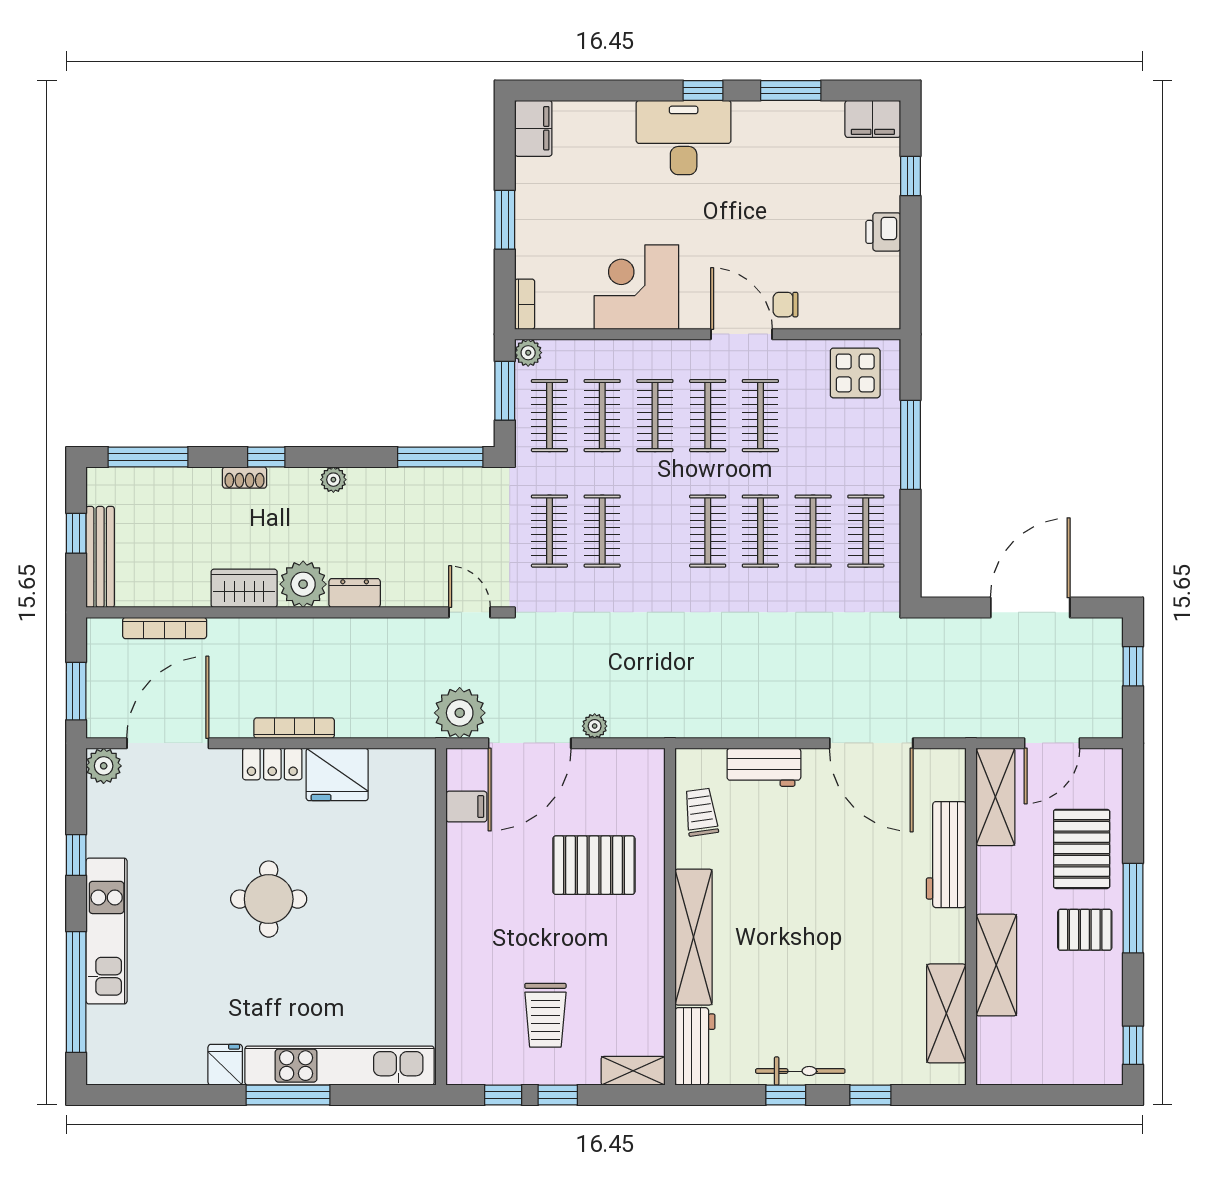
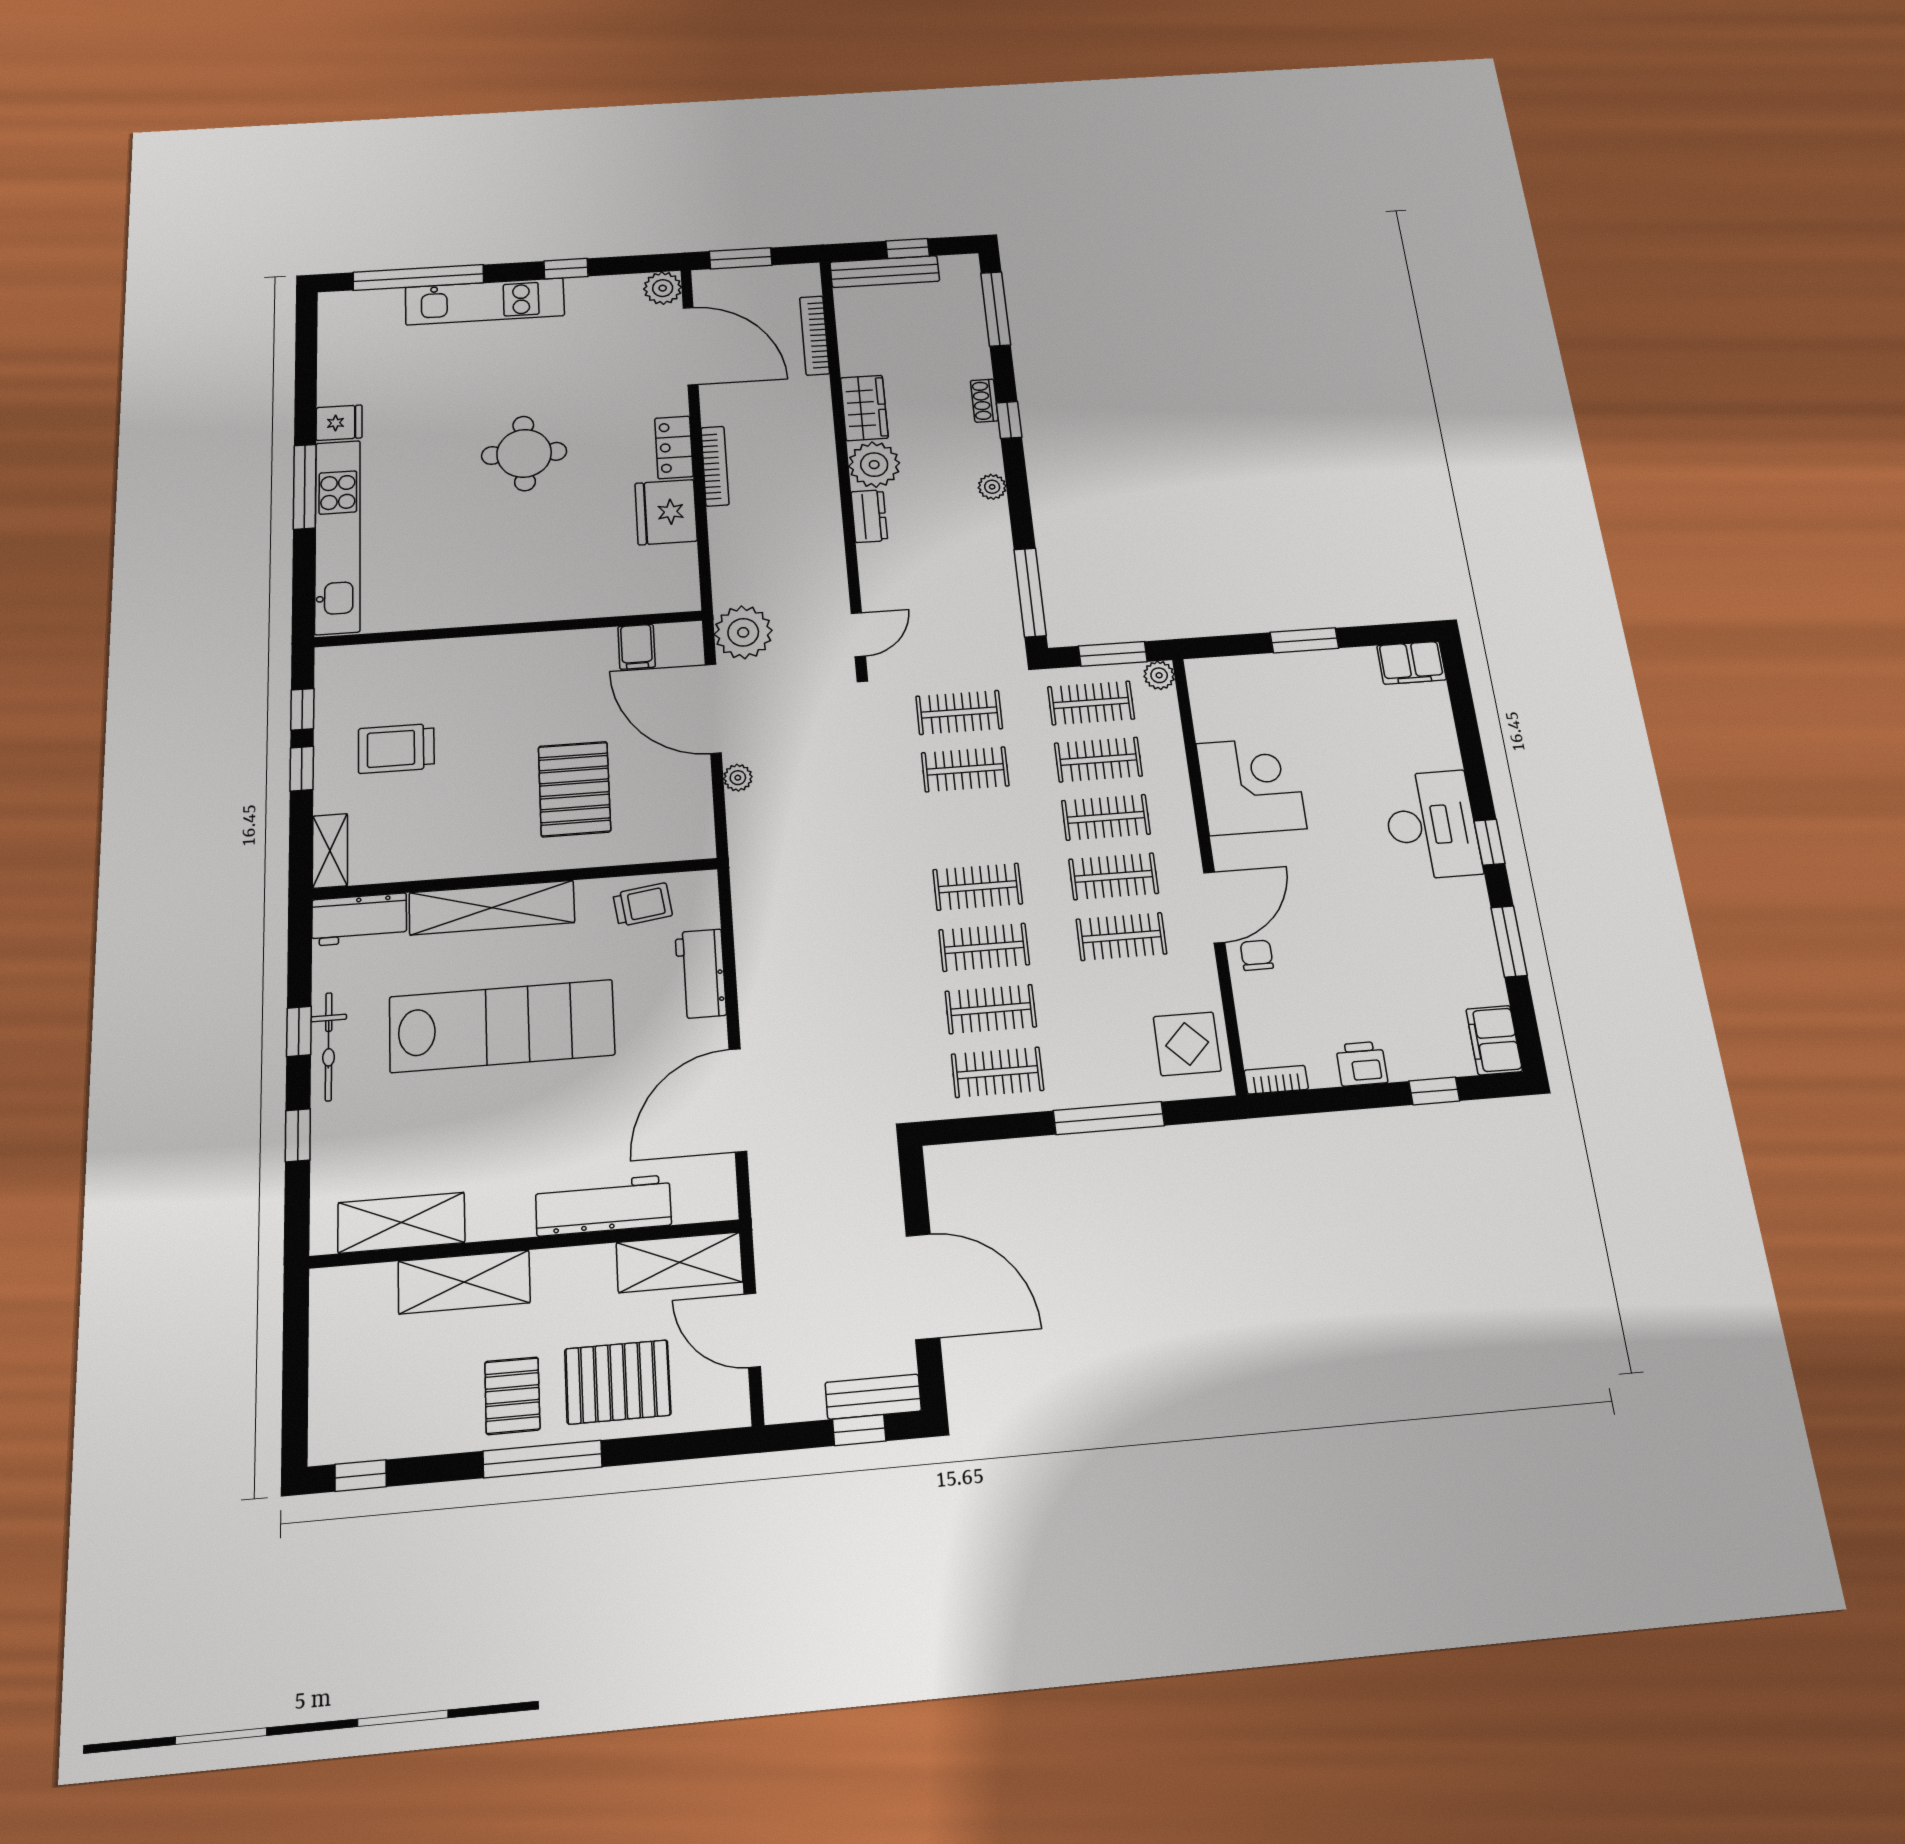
bookcase: (525, 304) -> (1276, 1080), moved, turned 180
bench: (1109, 653) -> (873, 1397), added
lab bench: (795, 931) -> (502, 1026), added

